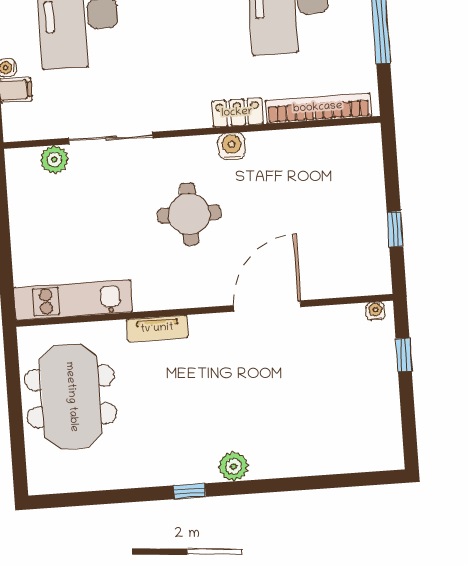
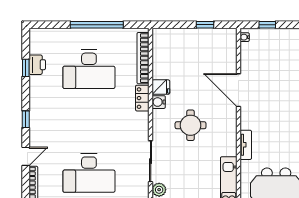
fridge: (262, 149) -> (161, 87), added

